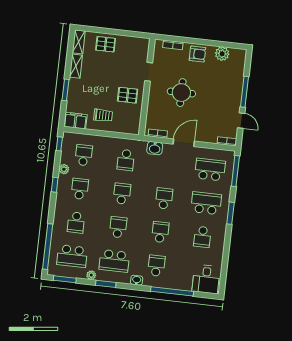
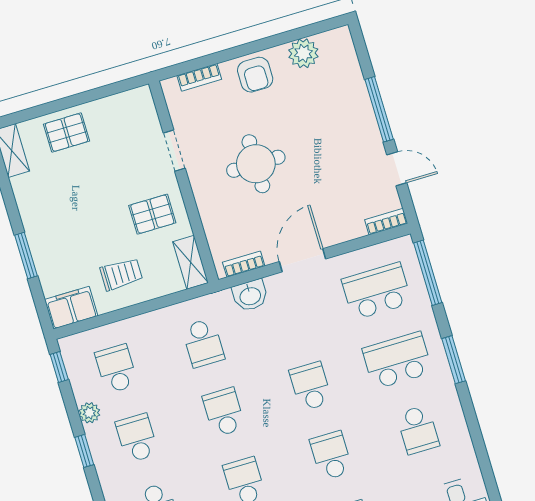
armchair: (197, 54) -> (255, 75), turned 90
shelving: (76, 66) -> (190, 262), moved

